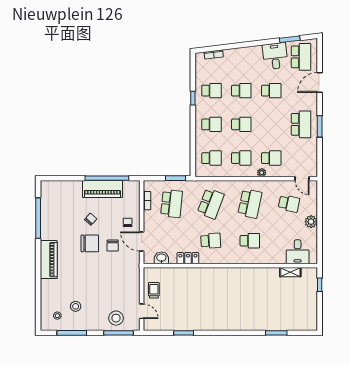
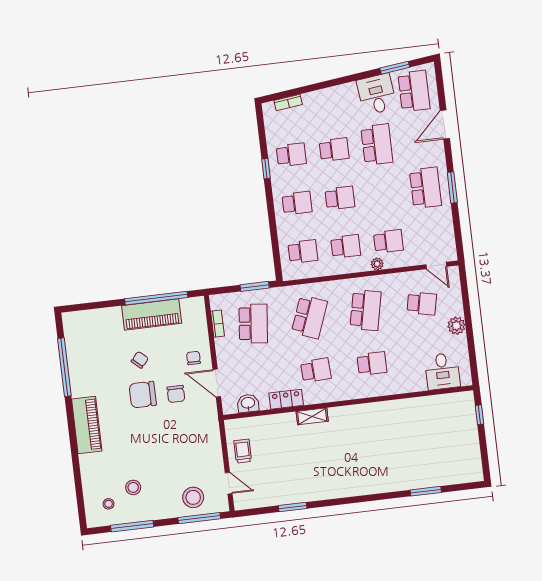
school desk: (271, 91) -> (377, 144), width x1.85
chair: (90, 243) -> (143, 395), turned 180
shelving: (290, 272) -> (312, 416), moved

